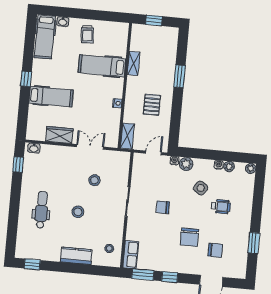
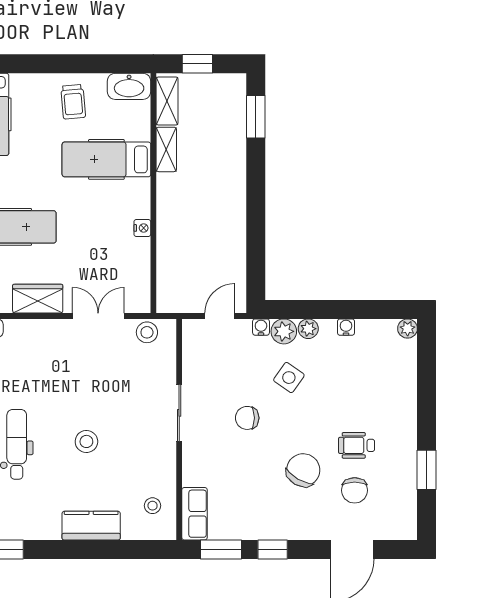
washbasin: (63, 22) -> (129, 86), moved, width x1.91, depth x1.45
window: (180, 76) -> (256, 117), moved
pallet: (152, 105) -> (208, 225), removed
shelving: (127, 136) -> (167, 101), moved
plant: (229, 167) -> (308, 329), moved
stool: (94, 180) -> (147, 332), moved
side table: (201, 188) -> (289, 378), moved
wheelchair: (221, 207) -> (357, 445), moved, turned 180
chair: (189, 237) -> (303, 470), turned -150
chair: (215, 250) -> (355, 490), turned 90

